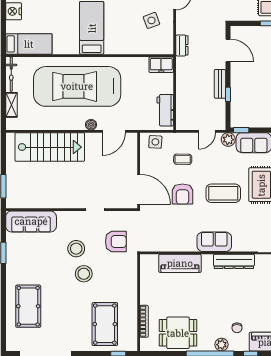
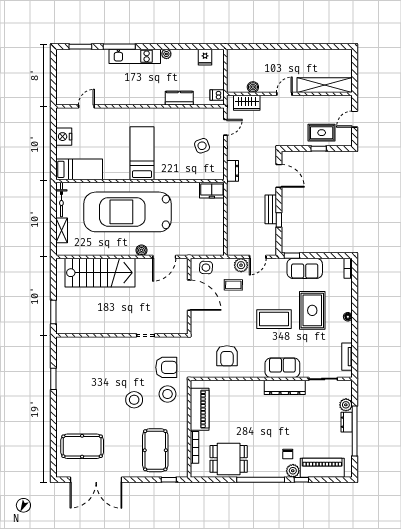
workbench: (165, 110) -> (216, 236), removed
plant: (228, 140) -> (241, 265), moved
door: (139, 189) -> (189, 295), moved
armchair: (182, 194) -> (227, 356), moved
sofa: (31, 221) -> (81, 347), removed
sofa: (214, 242) -> (282, 368), moved
stool: (76, 249) -> (167, 394), moved
piano: (180, 263) -> (200, 409), moved, turned -90
pool table: (28, 306) -> (82, 446), moved, turned 90
plant: (221, 345) -> (293, 471), moved

